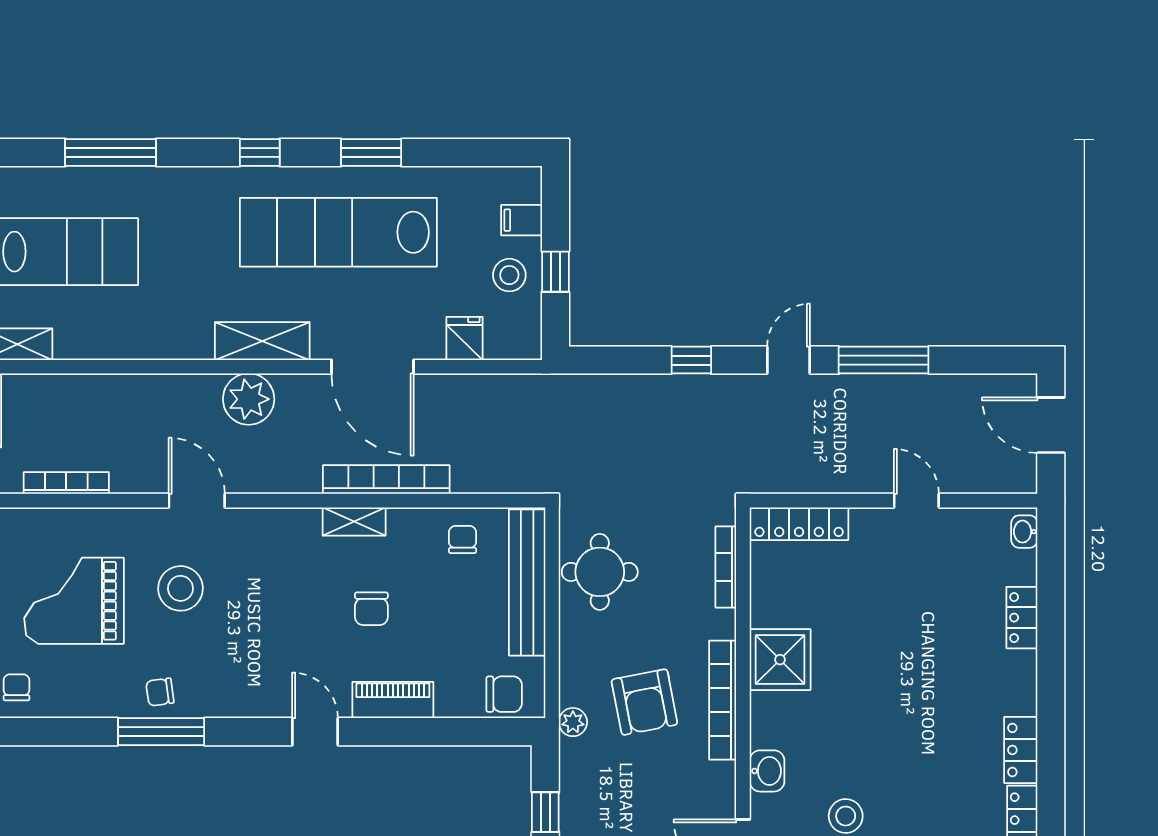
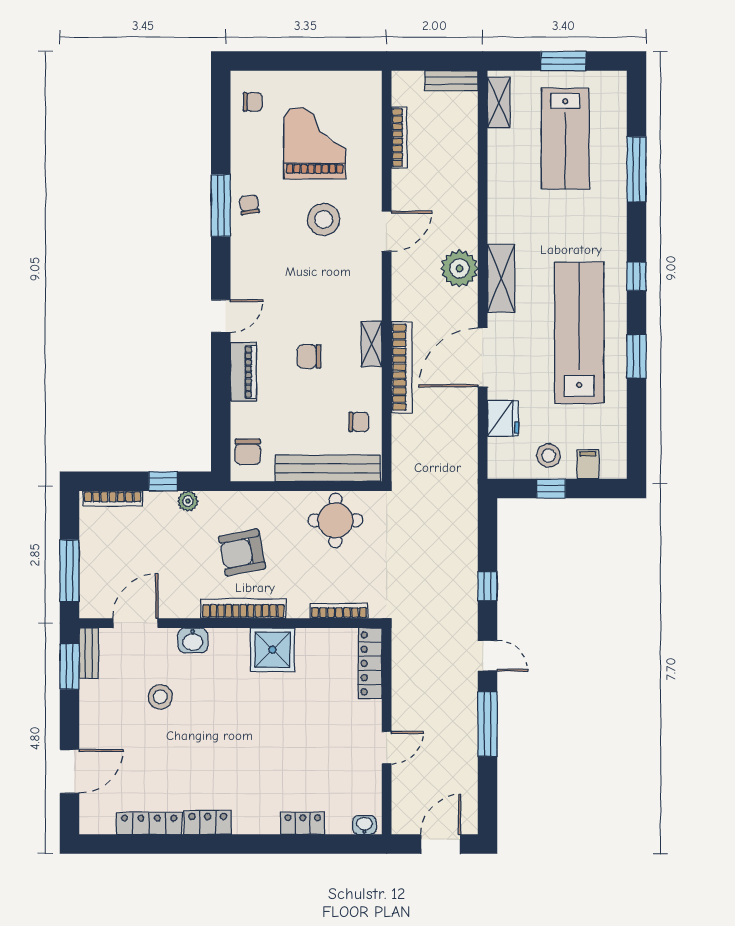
fridge: (464, 338) -> (503, 418), width x1.38
plant: (573, 722) -> (188, 501), moved

